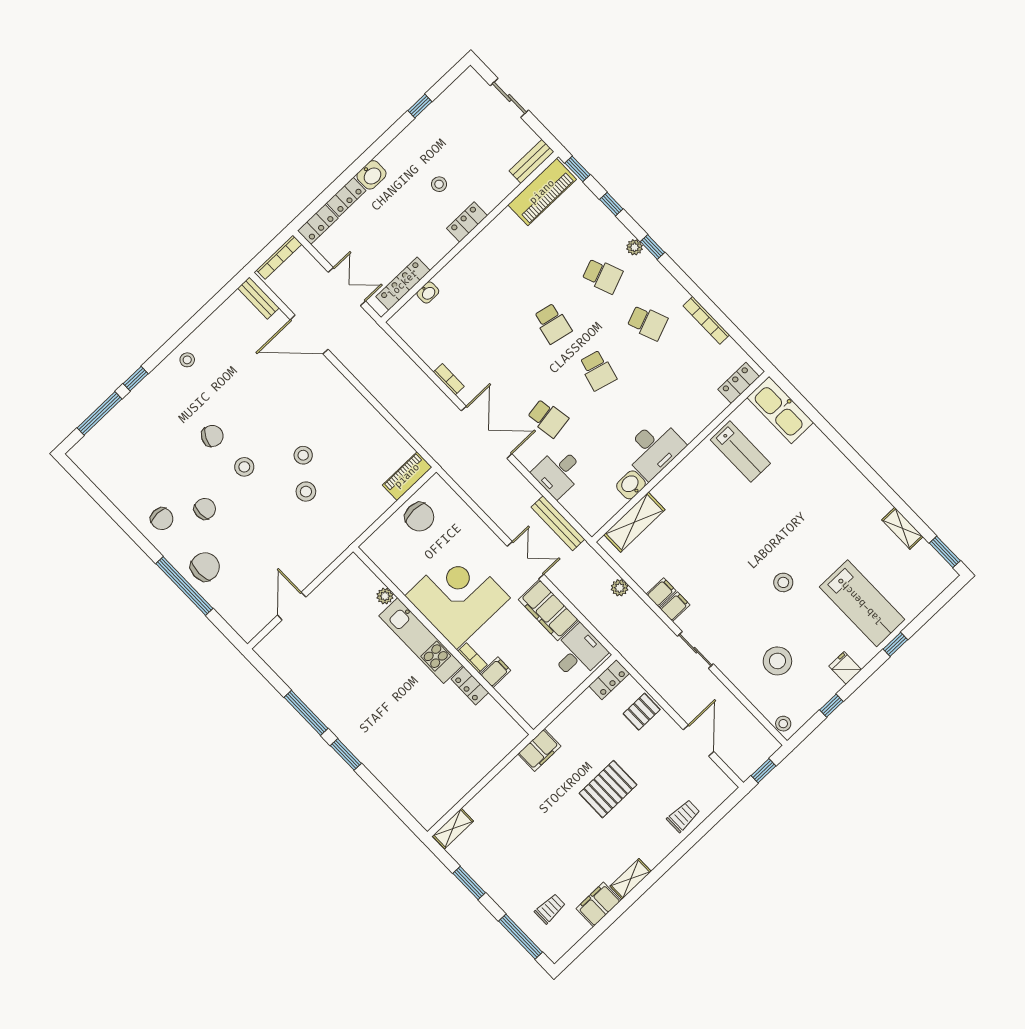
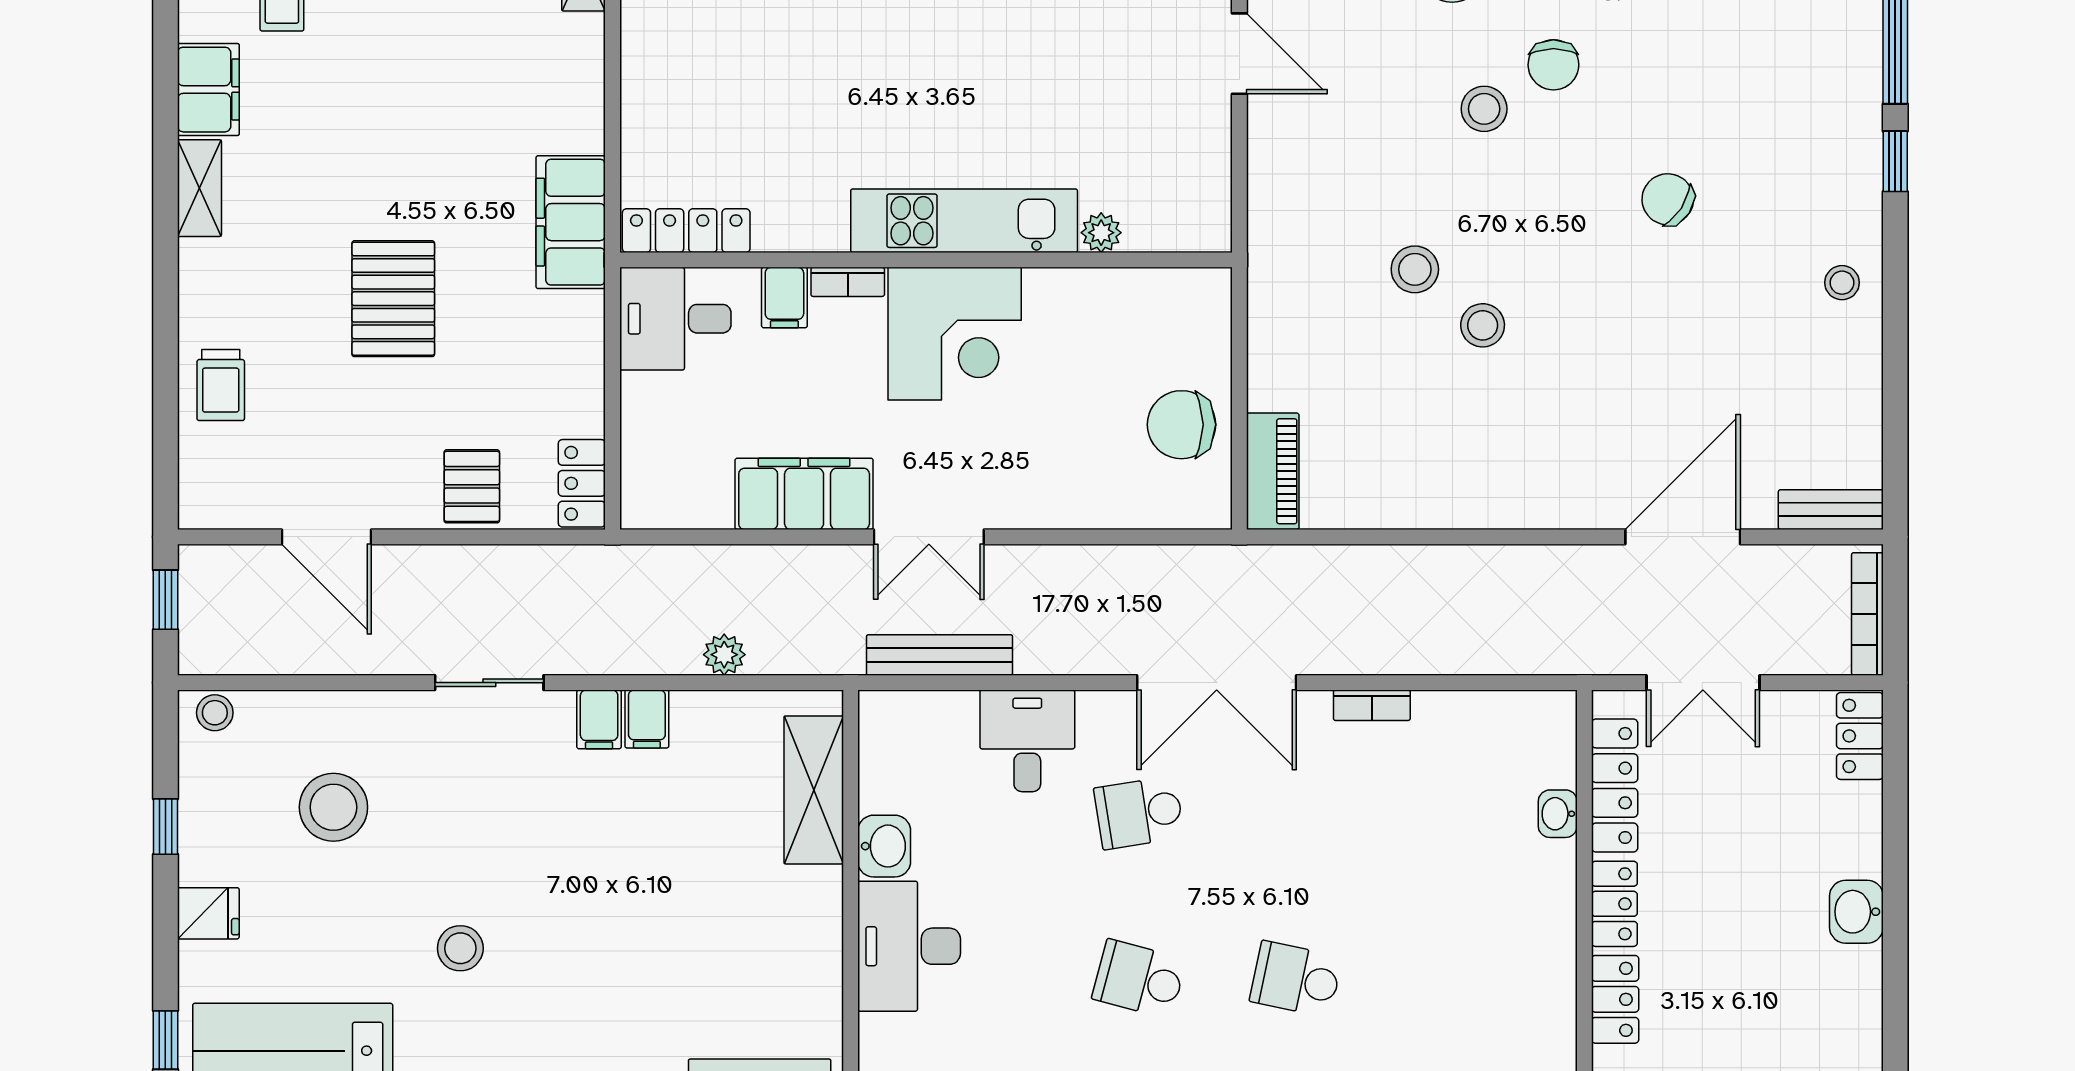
stool: (439, 184) -> (1727, 1014), removed
locker: (346, 197) -> (1614, 904), moved, turned 180
chair: (212, 436) -> (1668, 199), turned 97
stool: (244, 467) -> (1484, 109), moved
corner desk: (458, 597) -> (955, 334), width x0.74, depth x0.74
desk: (578, 653) -> (675, 319), moved, turned 90
locker: (470, 686) -> (686, 231), moved, width x1.53
filing cabinet: (539, 750) -> (571, 222), width x1.50, depth x1.17

